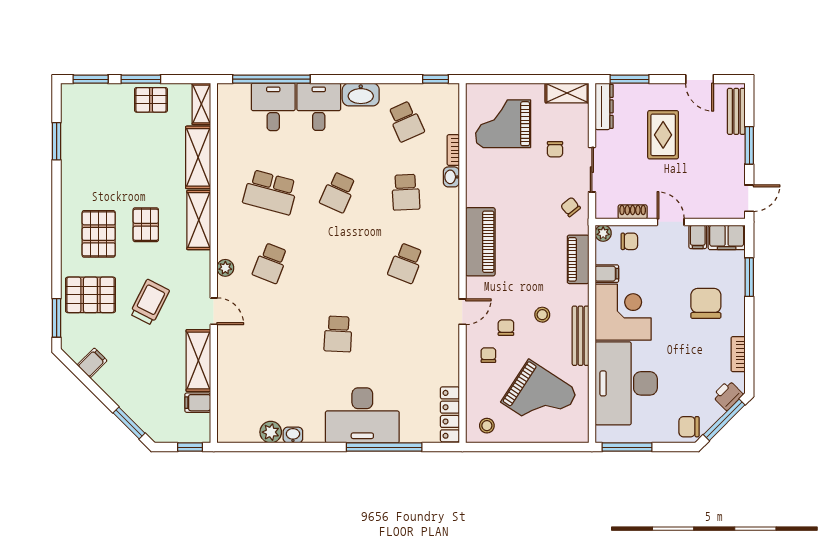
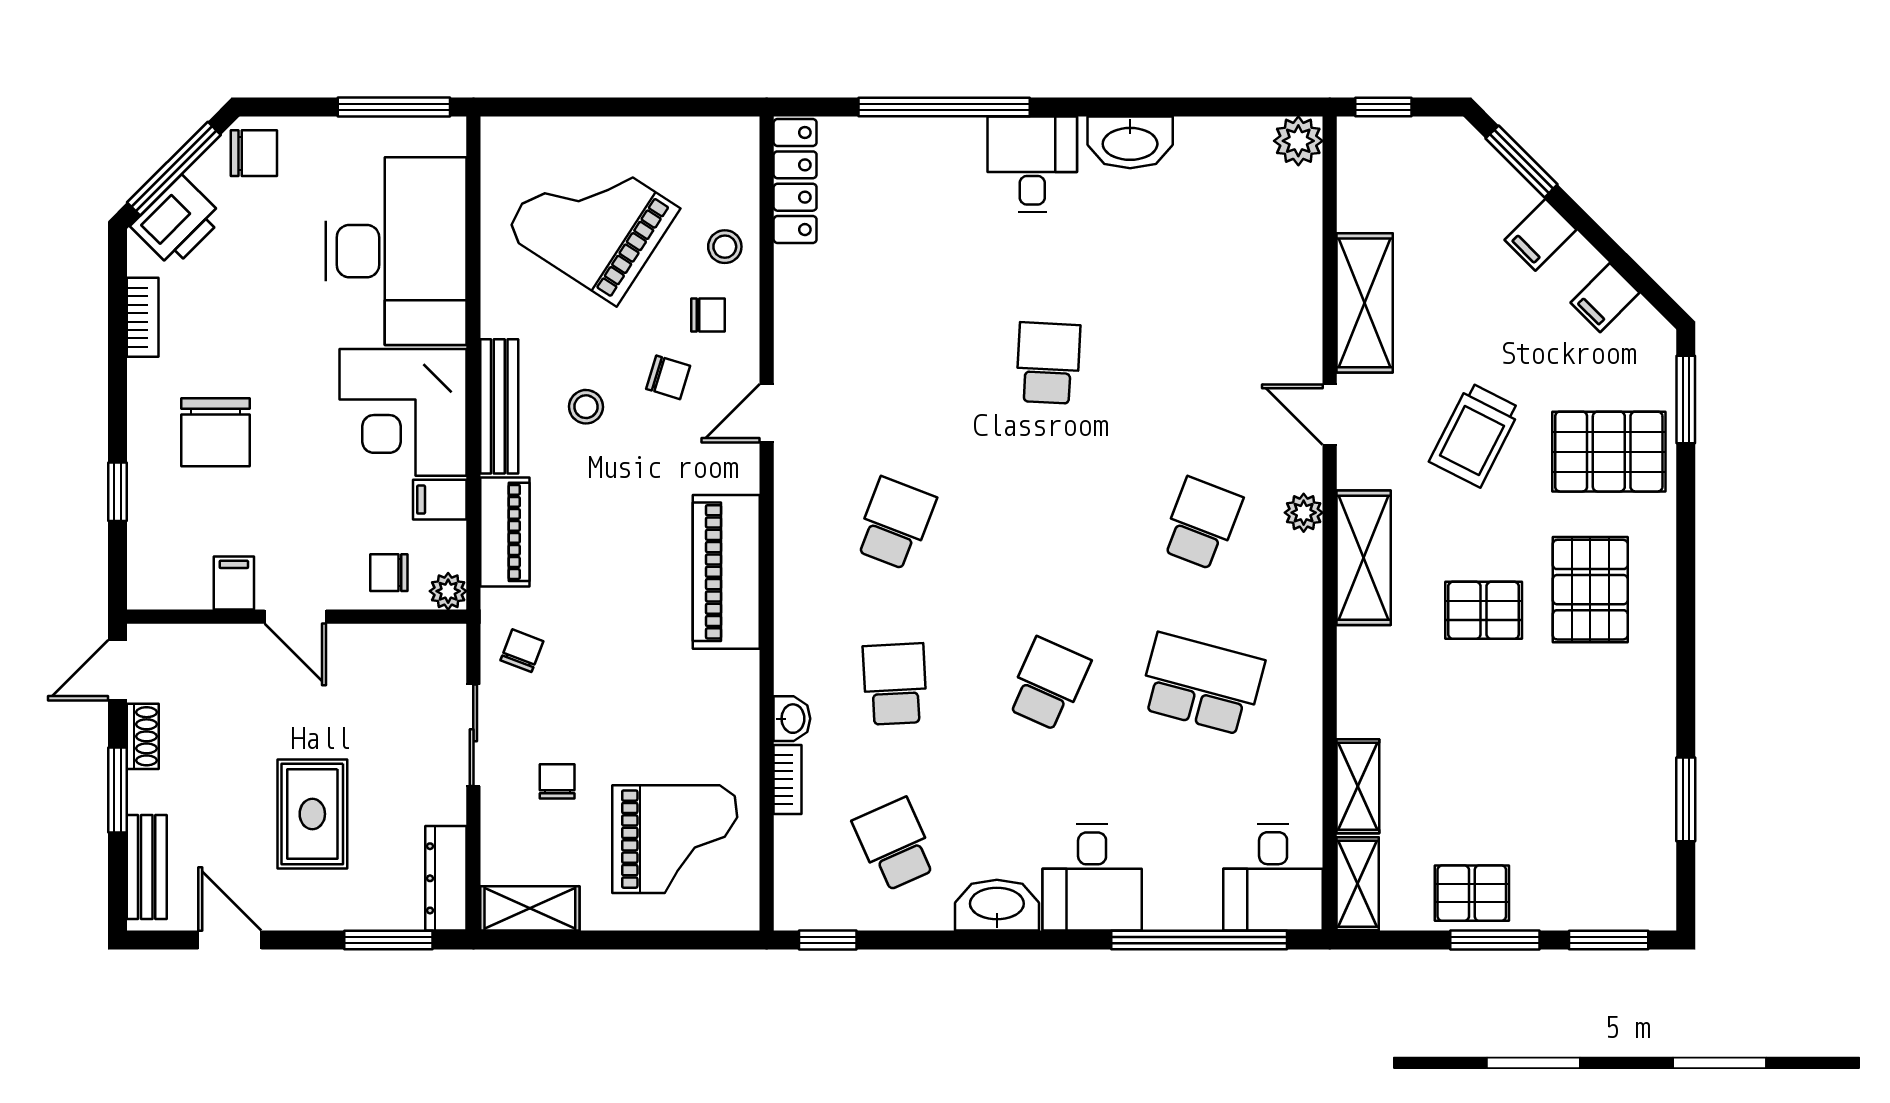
desk: (273, 107) -> (1273, 877), moved
shelving: (198, 157) -> (1358, 786), width x0.67, depth x0.75
chair: (571, 207) -> (522, 651), turned -120
shoe rack: (633, 212) -> (143, 736), moved, turned -90
shelving: (199, 220) -> (1364, 558), moved
pallet: (146, 225) -> (1484, 610), turned 90
filing cabinet: (727, 237) -> (168, 582), removed
window: (749, 277) -> (117, 492), width x0.67
chair: (506, 328) -> (668, 377), turned -73
bench: (581, 336) -> (499, 406), moved
chair: (488, 355) -> (708, 315), turned -90
printer: (728, 395) -> (177, 222), width x1.36, depth x1.24
filing cabinet: (198, 403) -> (1540, 235), moved, turned 135
desk: (362, 415) -> (1032, 164), width x0.53, depth x0.77
stool: (487, 426) -> (725, 247), moved
plant: (271, 432) -> (1298, 141), moved
washbasin: (293, 435) -> (1130, 142), width x1.91, depth x1.45

